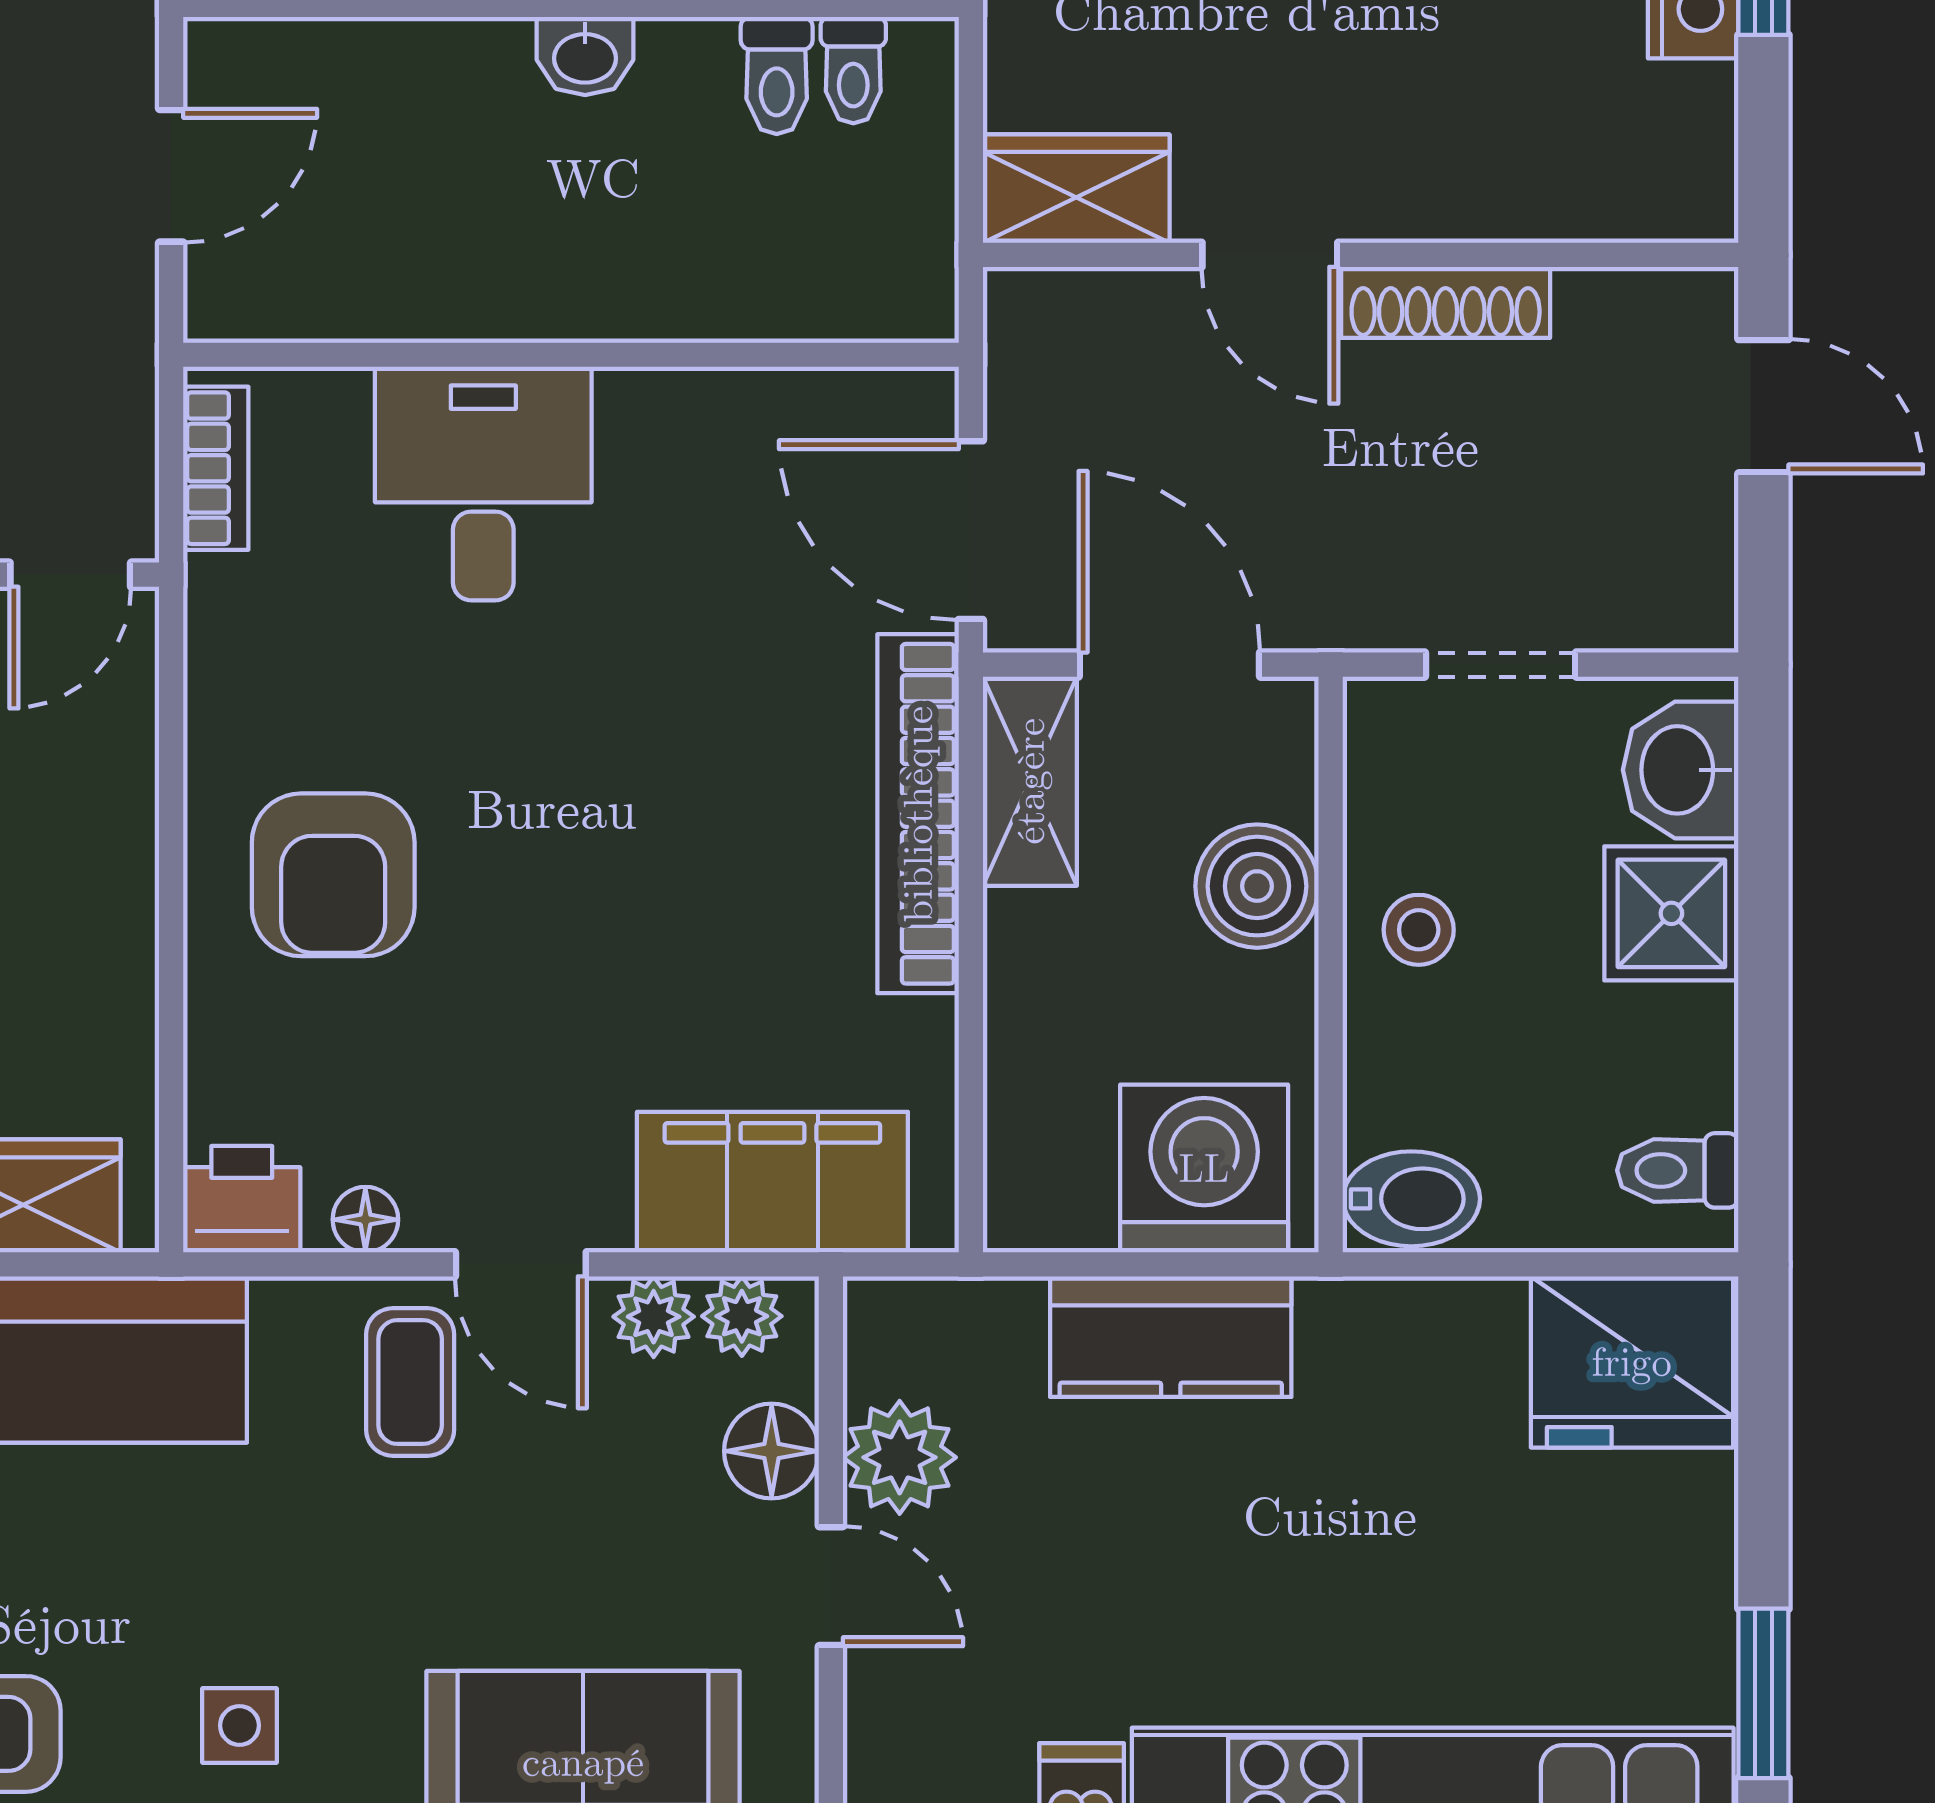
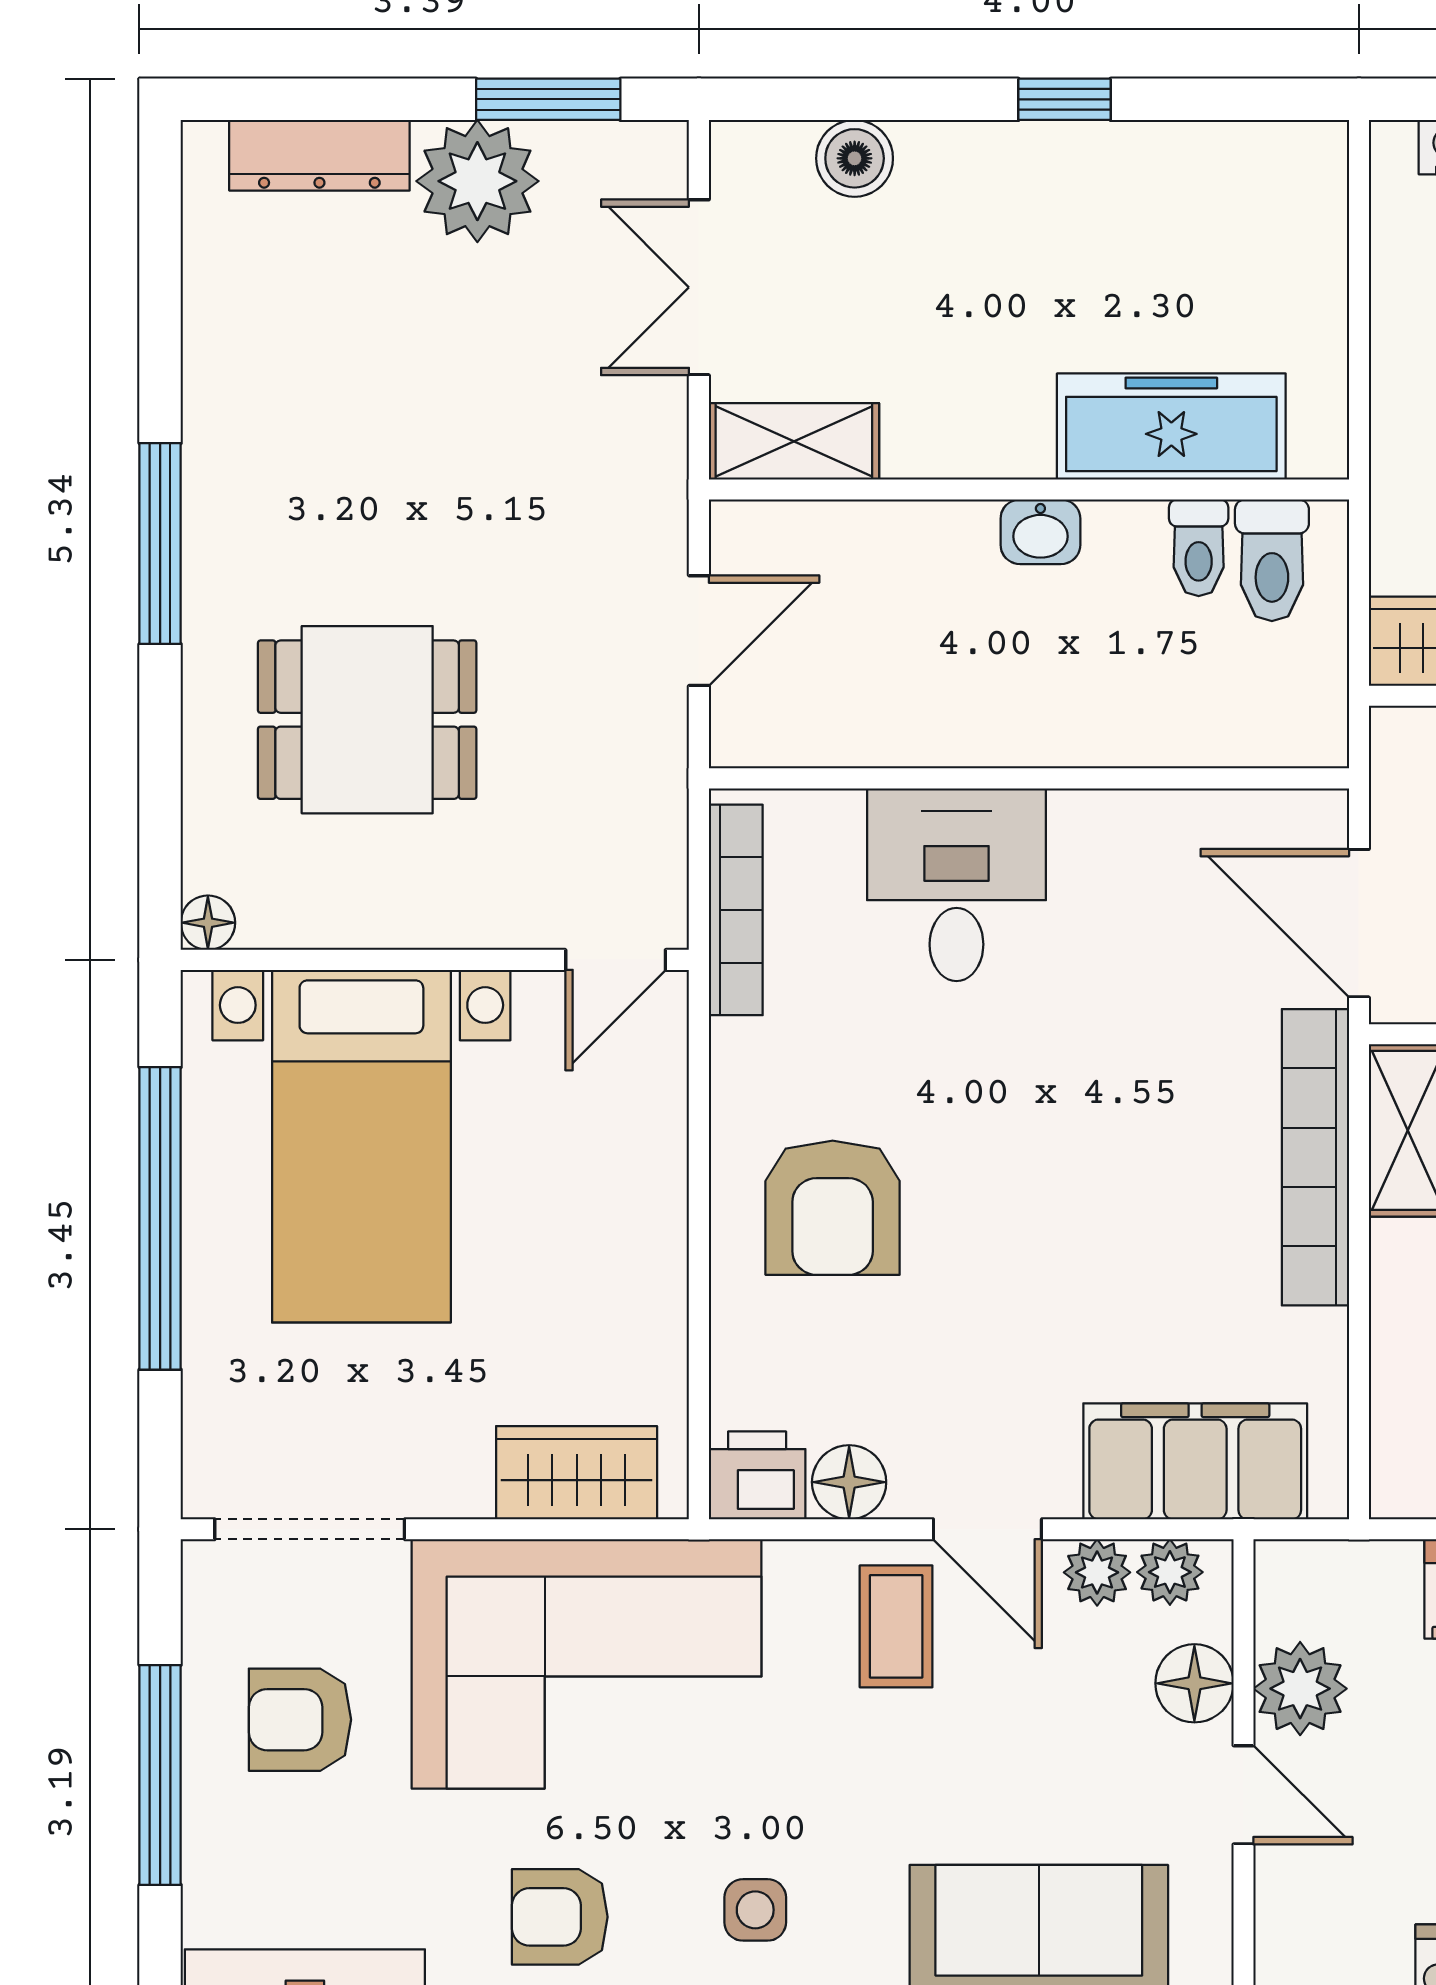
toilet: (853, 70) -> (1272, 560), width x1.37, depth x1.39
bookcase: (216, 468) -> (736, 910), width x1.56
floor lamp: (365, 1220) -> (849, 1482), width x1.37, depth x1.37

